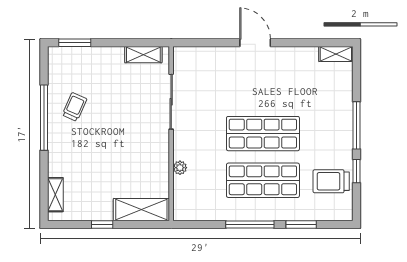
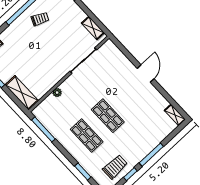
shop shelf: (263, 134) -> (108, 116), width x0.70, depth x0.74
shop shelf: (263, 180) -> (87, 135), width x0.70, depth x0.74
trolley: (331, 181) -> (115, 167), turned 90
window: (250, 224) -> (43, 129), moved

